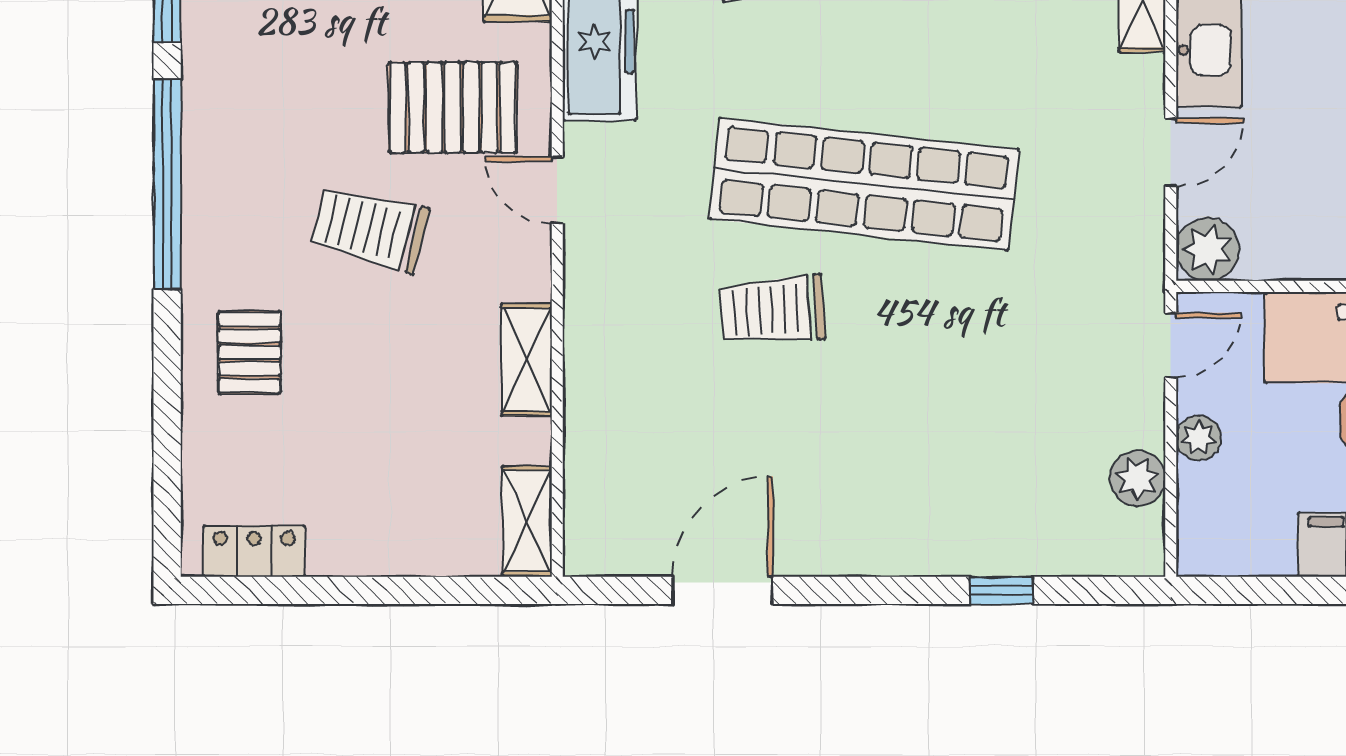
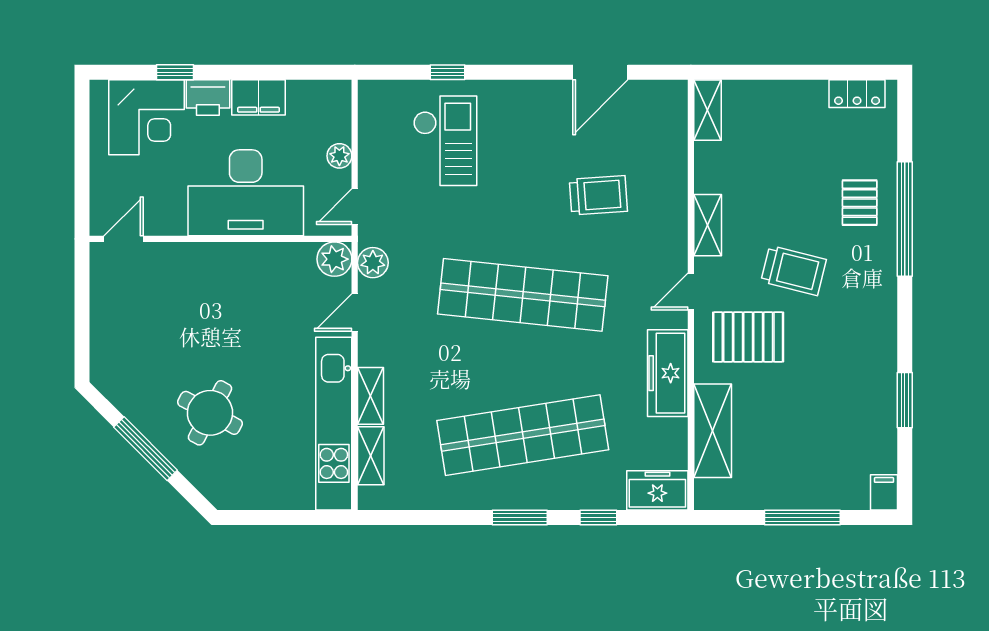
window: (167, 184) -> (905, 219), moved
door: (557, 190) -> (691, 291), swing flipped
trolley: (773, 310) -> (598, 195), moved
shelving: (527, 360) -> (708, 225), moved
checkout: (1006, 465) -> (445, 141), added
plant: (1138, 478) -> (373, 263), moved

